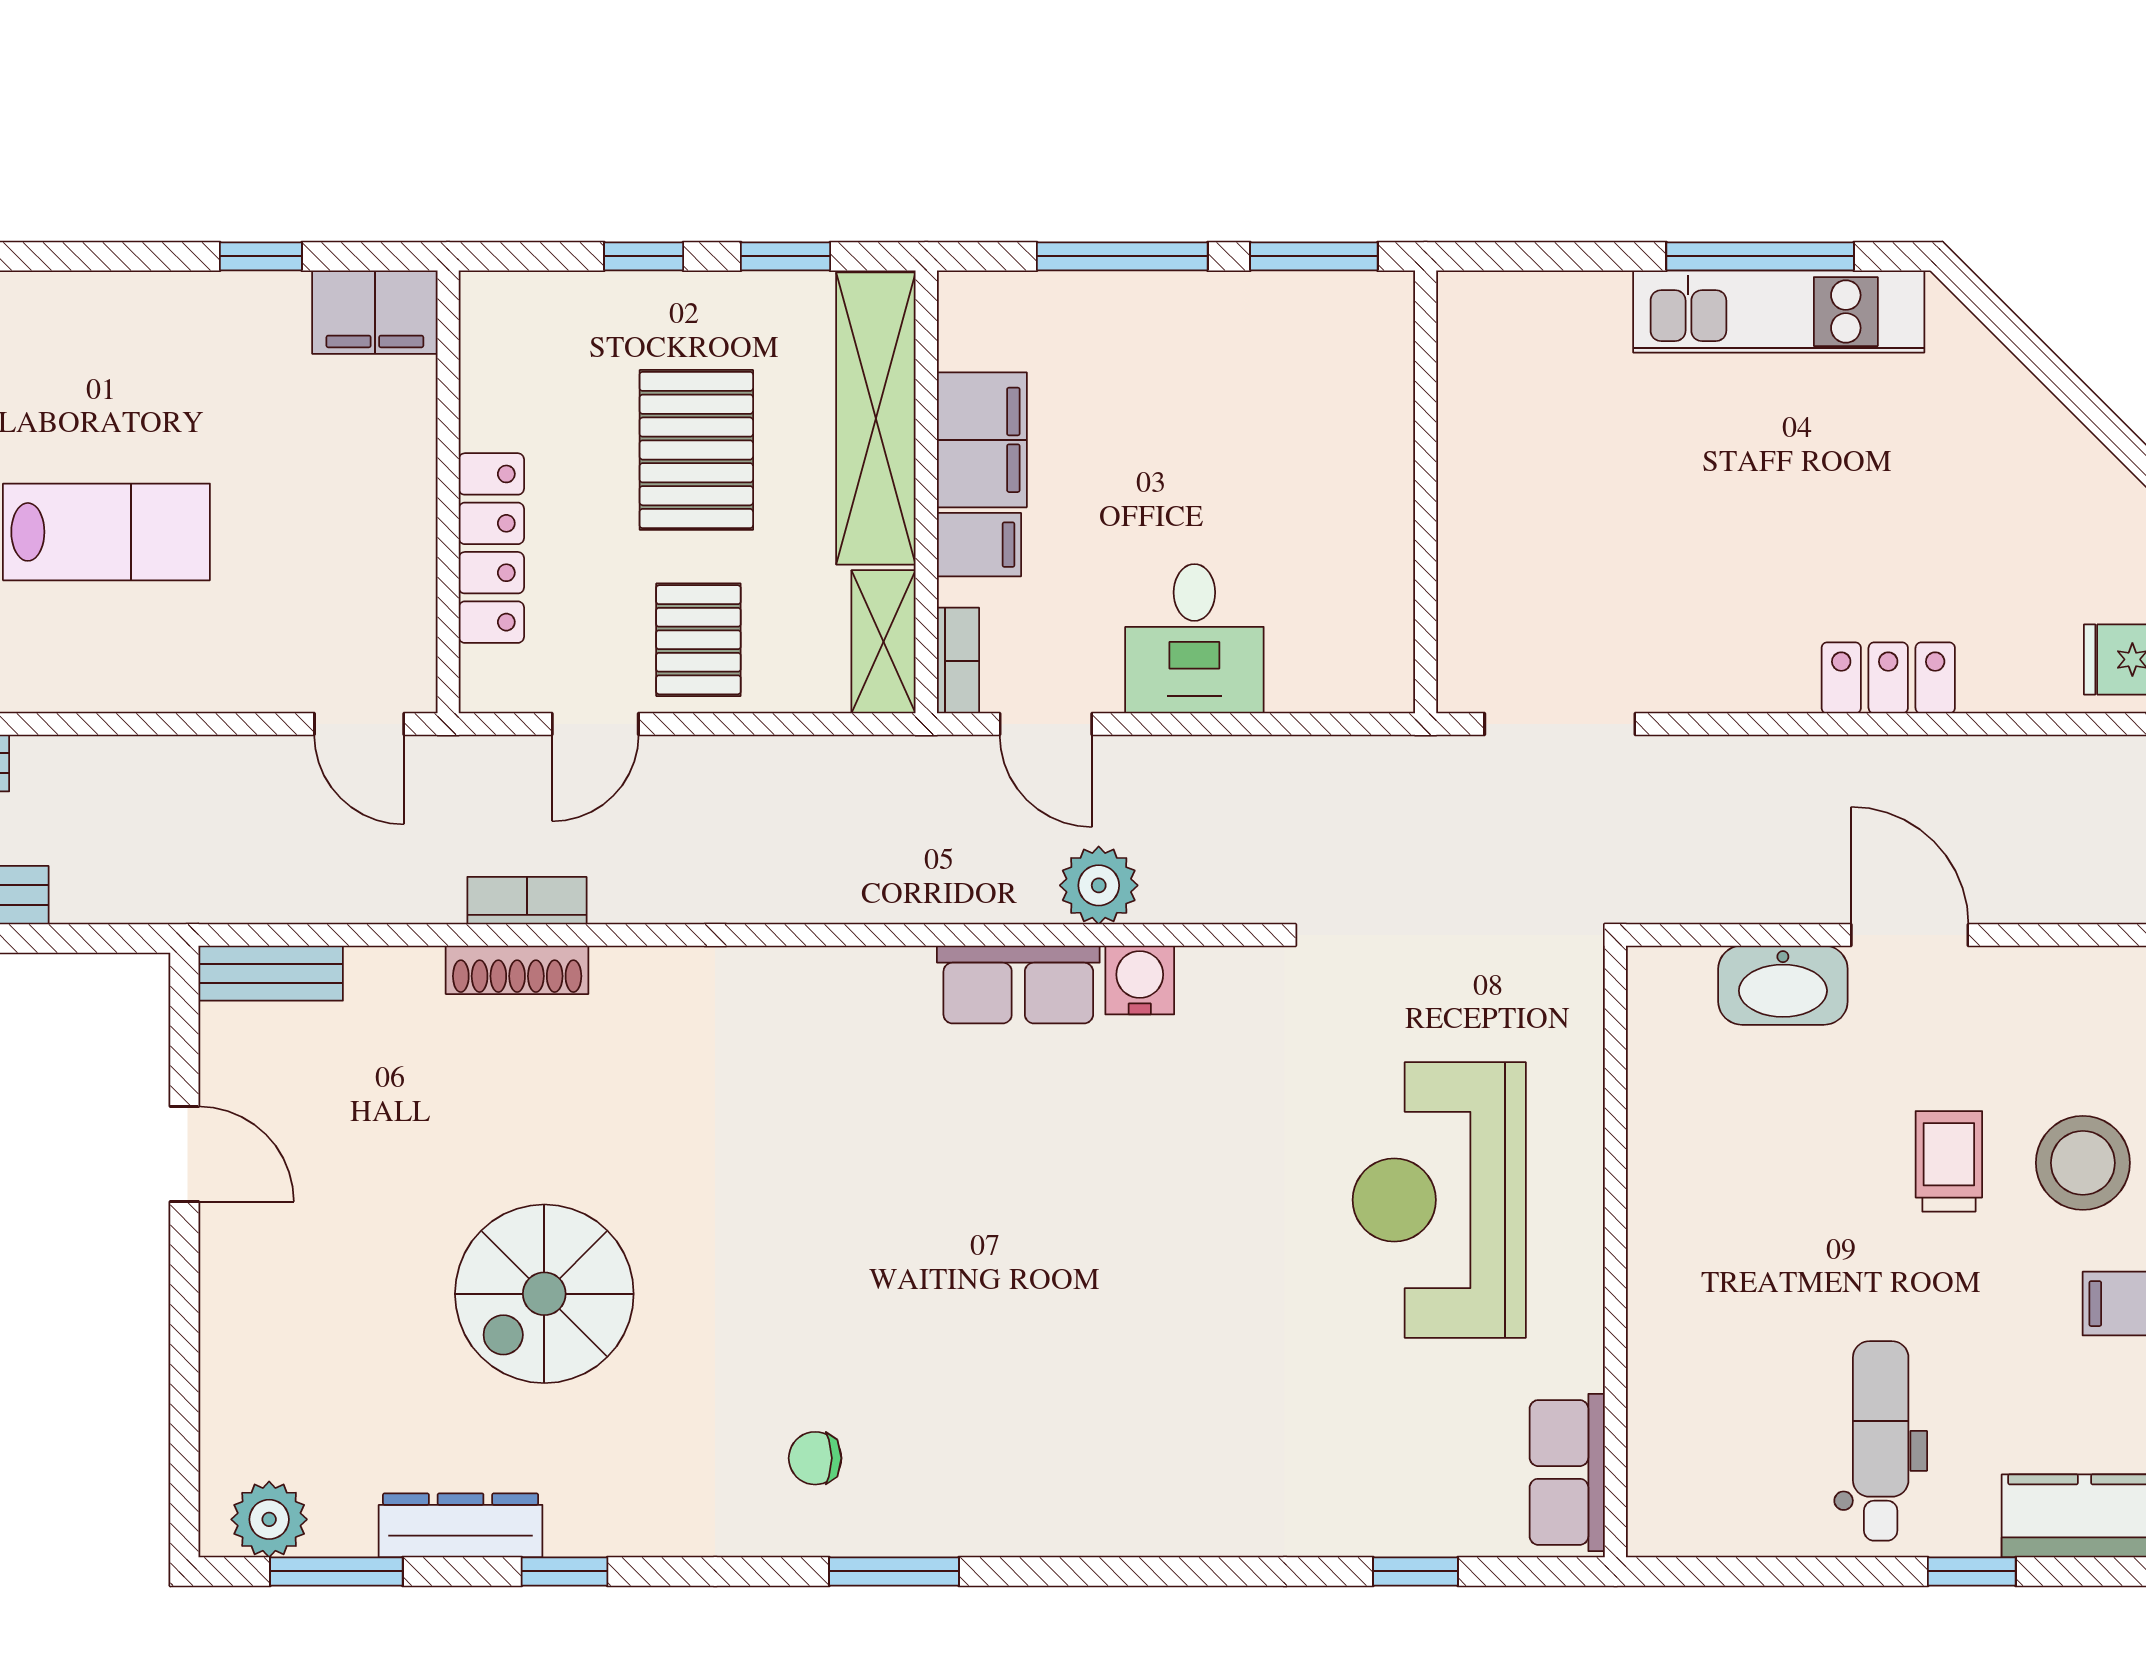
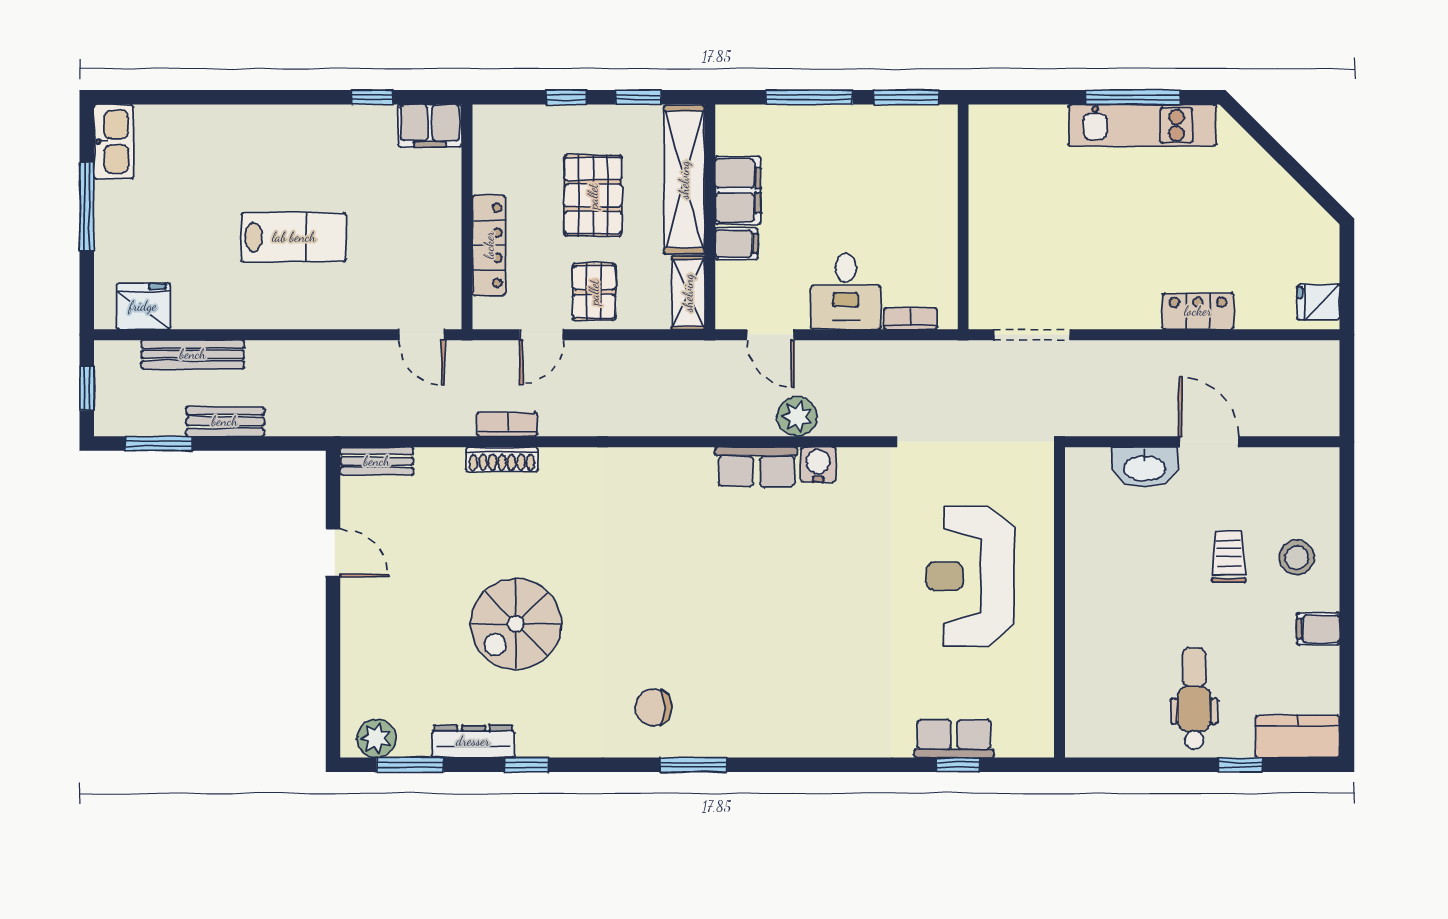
bookcase: (958, 661) -> (911, 319), moved, turned -90
stool: (2083, 1163) -> (1297, 557), width x0.73, depth x0.73
chair: (815, 1458) -> (653, 707), width x1.37, depth x1.37
row of seats: (1567, 1472) -> (954, 739), moved, turned 90

